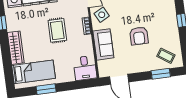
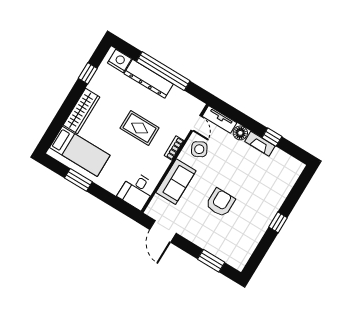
rug: (57, 30) -> (140, 128), turned 90
armchair: (139, 36) -> (220, 203), turned 180
coffee table: (166, 56) -> (232, 246), removed

